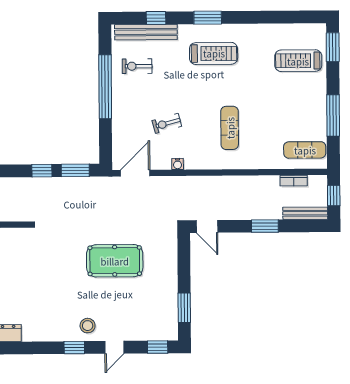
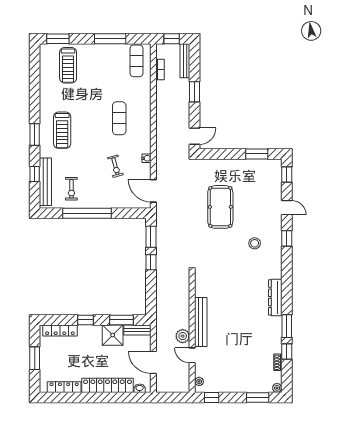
treadmill: (214, 53) -> (62, 130), turned 180
exercise mat: (230, 128) -> (119, 118), turned 90
stool: (88, 326) -> (255, 243), moved

